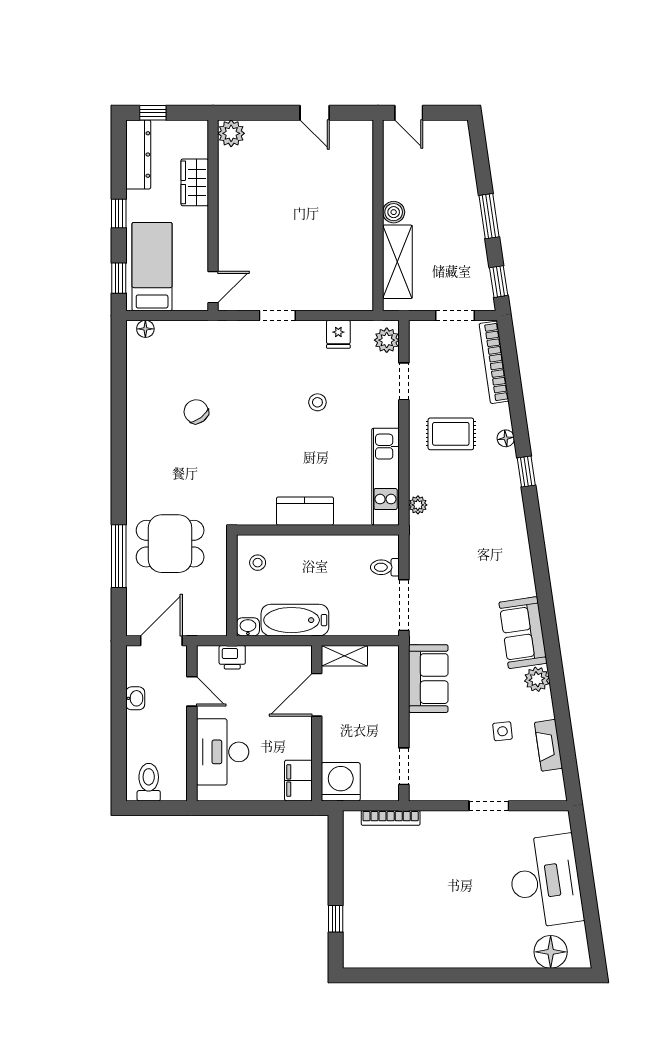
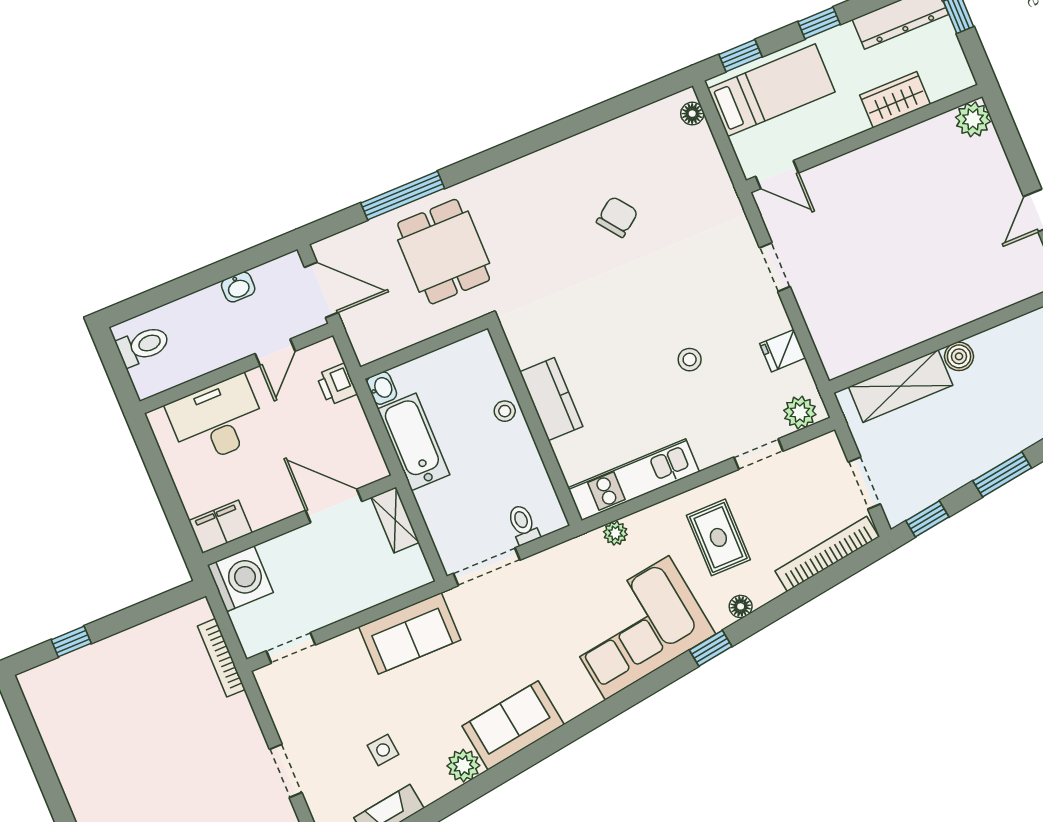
corner sofa: (491, 517) -> (637, 628), added
stool: (258, 563) -> (505, 411), moved

